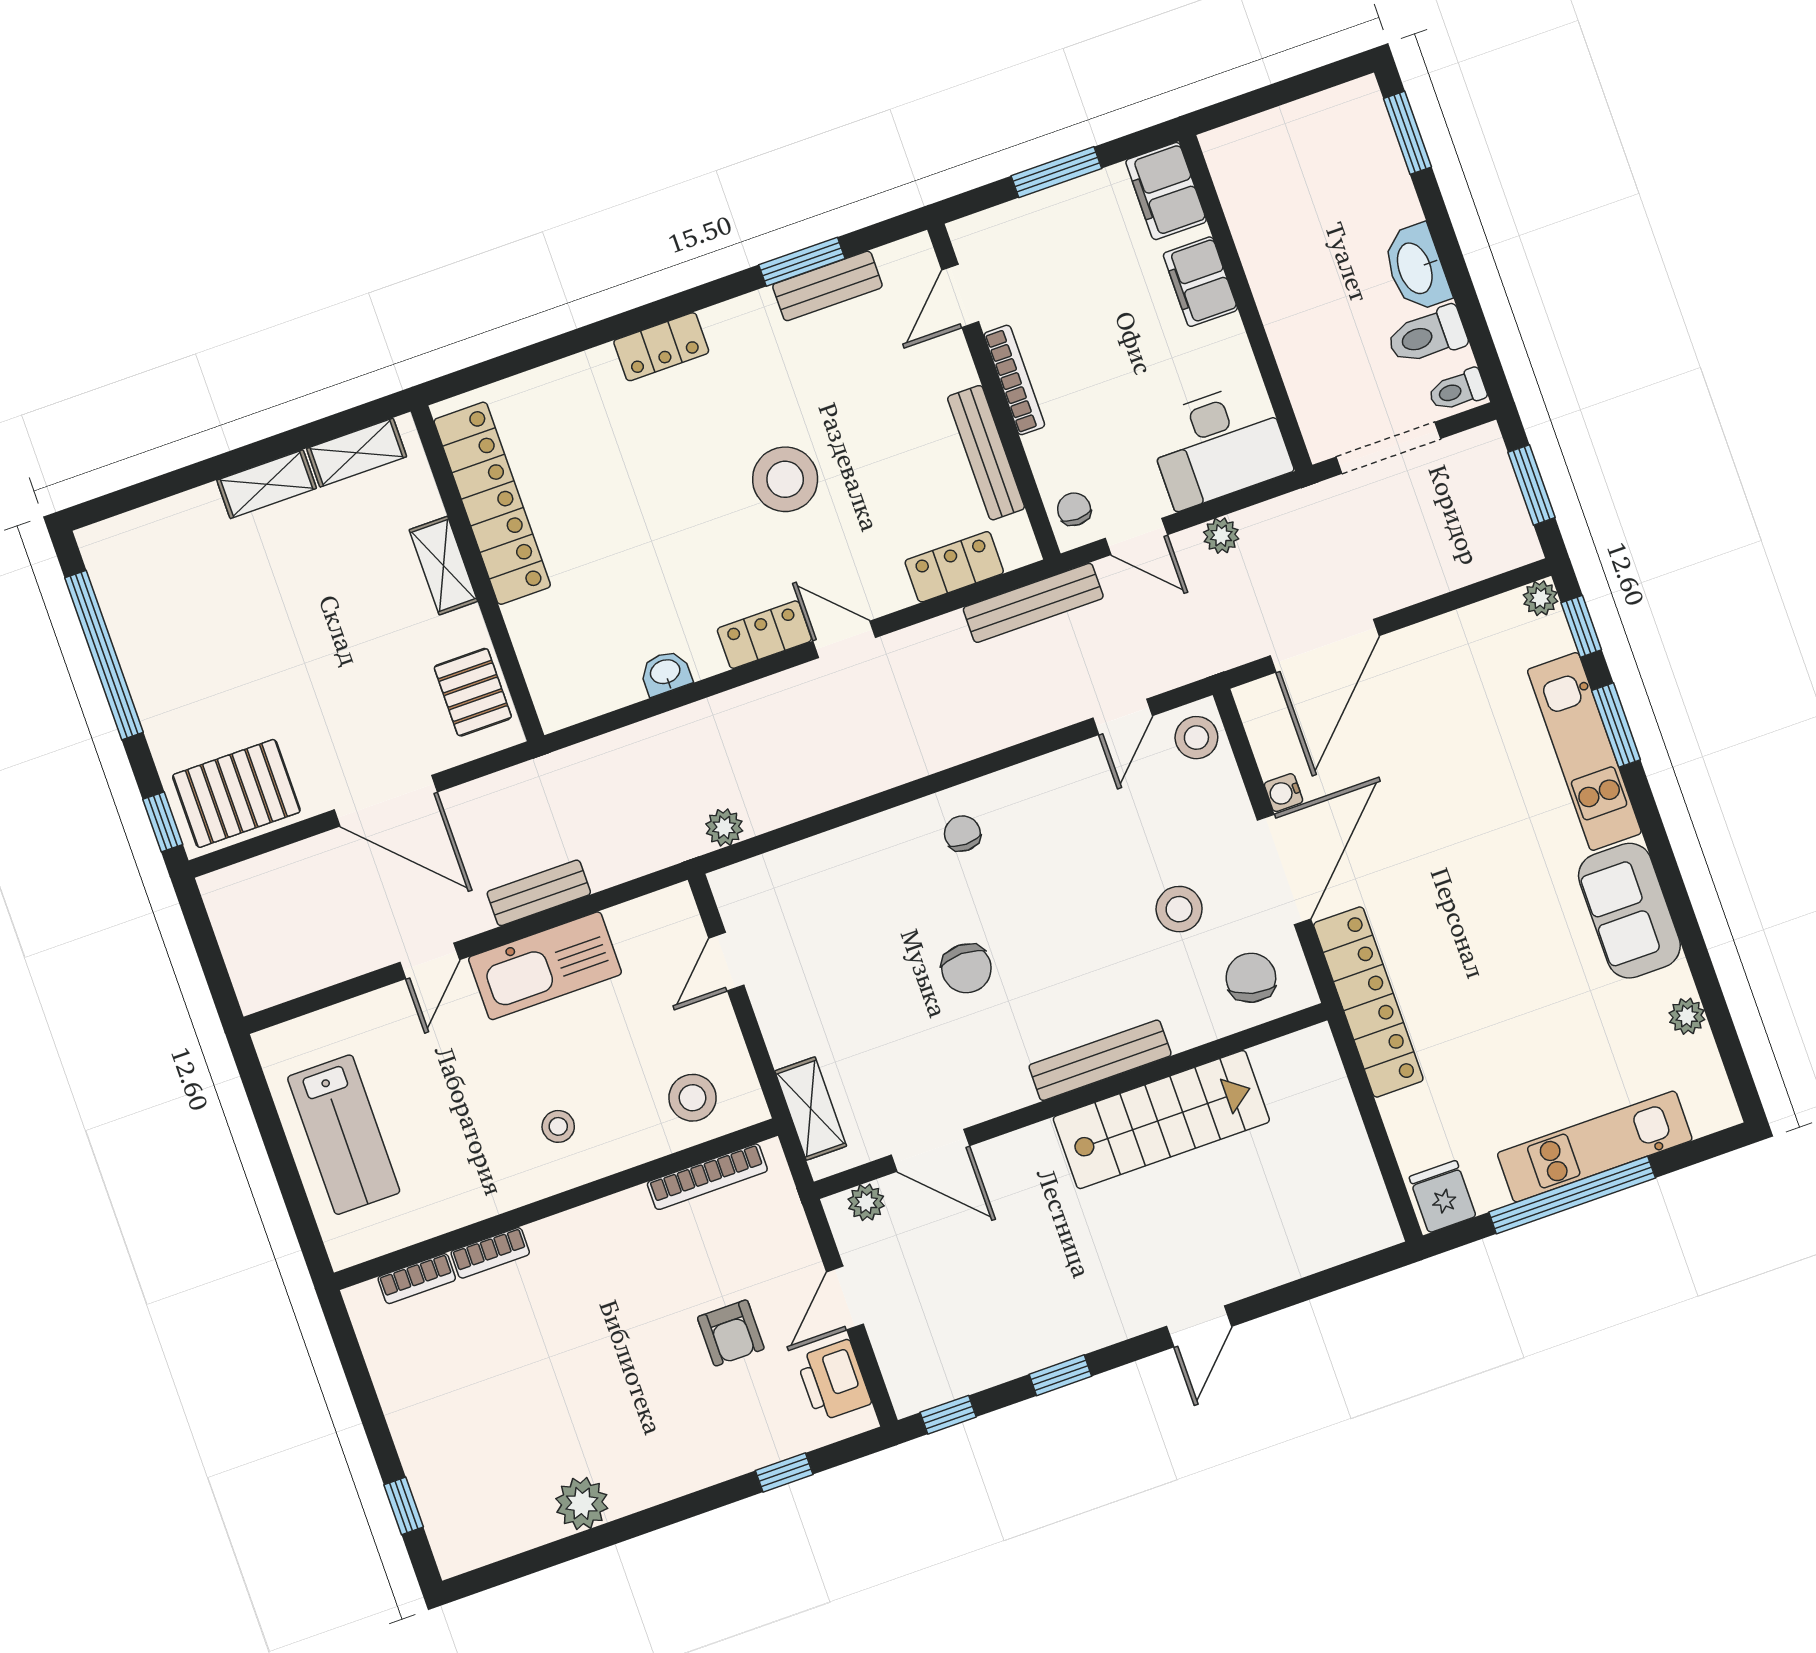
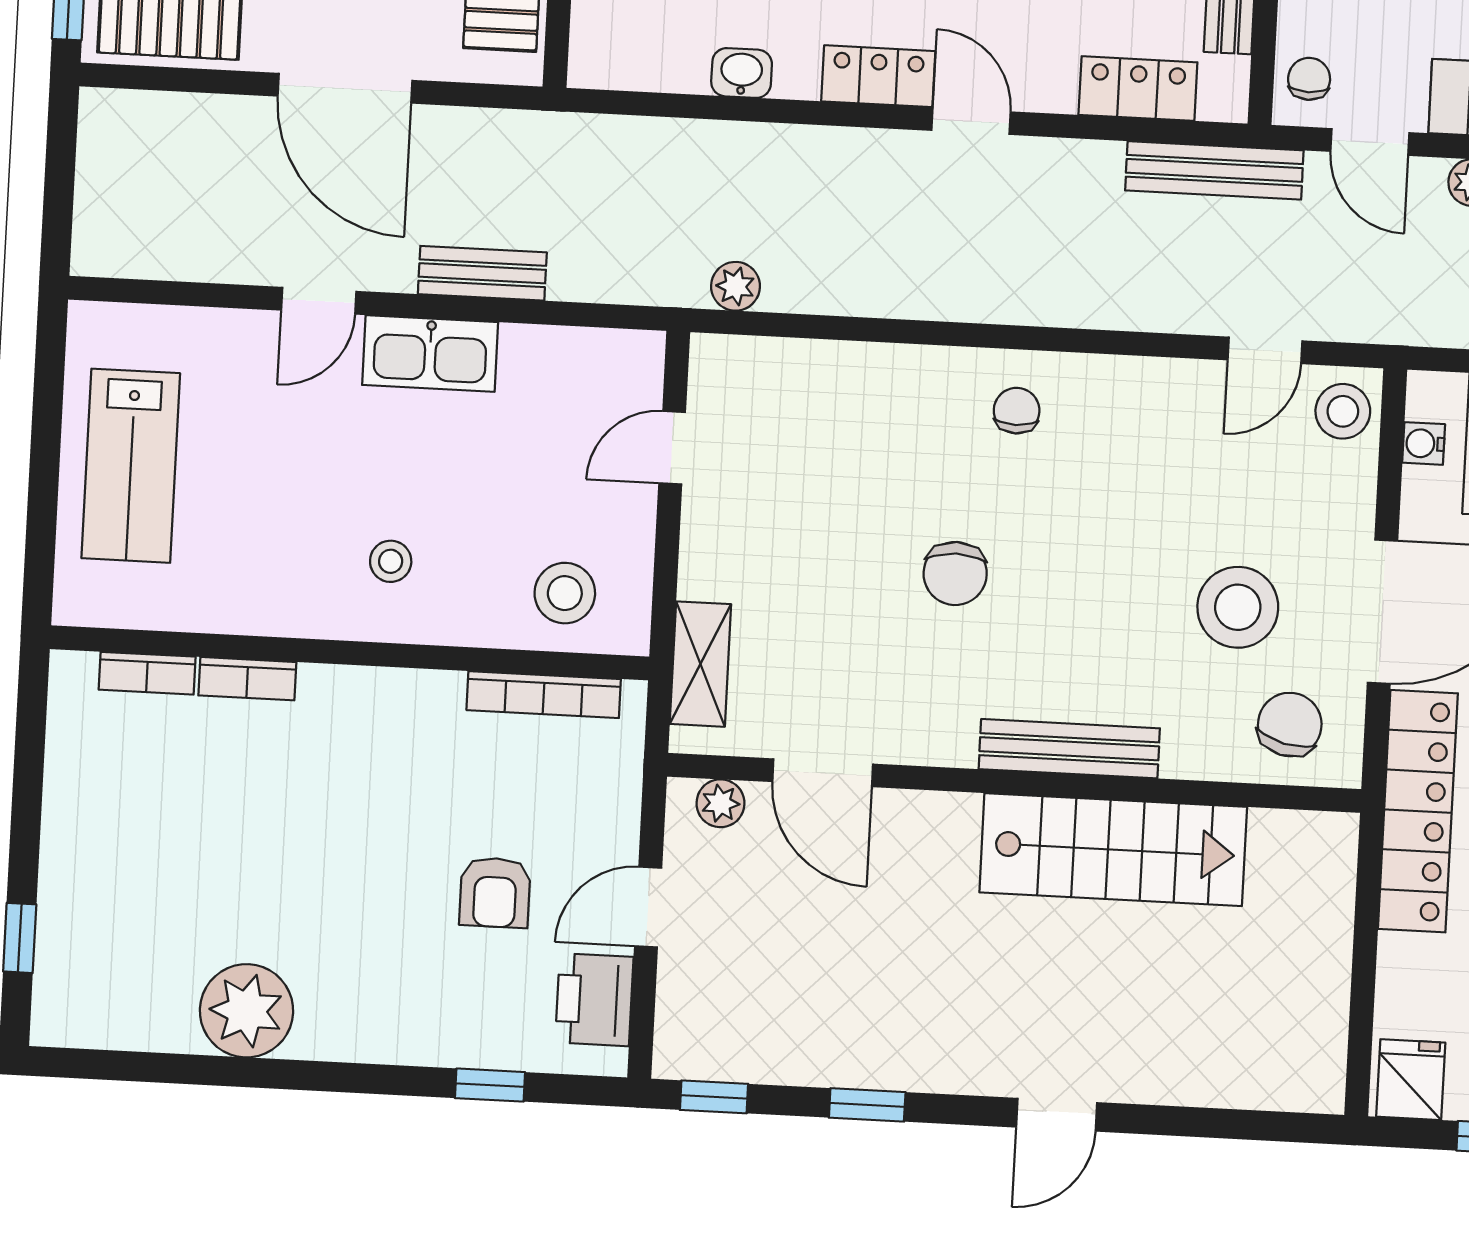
water cooler: (1283, 793) -> (1424, 443), moved
stool: (1179, 909) -> (1238, 607), width x1.38, depth x1.38
kitchen sink: (545, 966) -> (430, 354), width x0.73, depth x0.81
plant: (582, 1503) -> (247, 1011), width x1.36, depth x1.36

